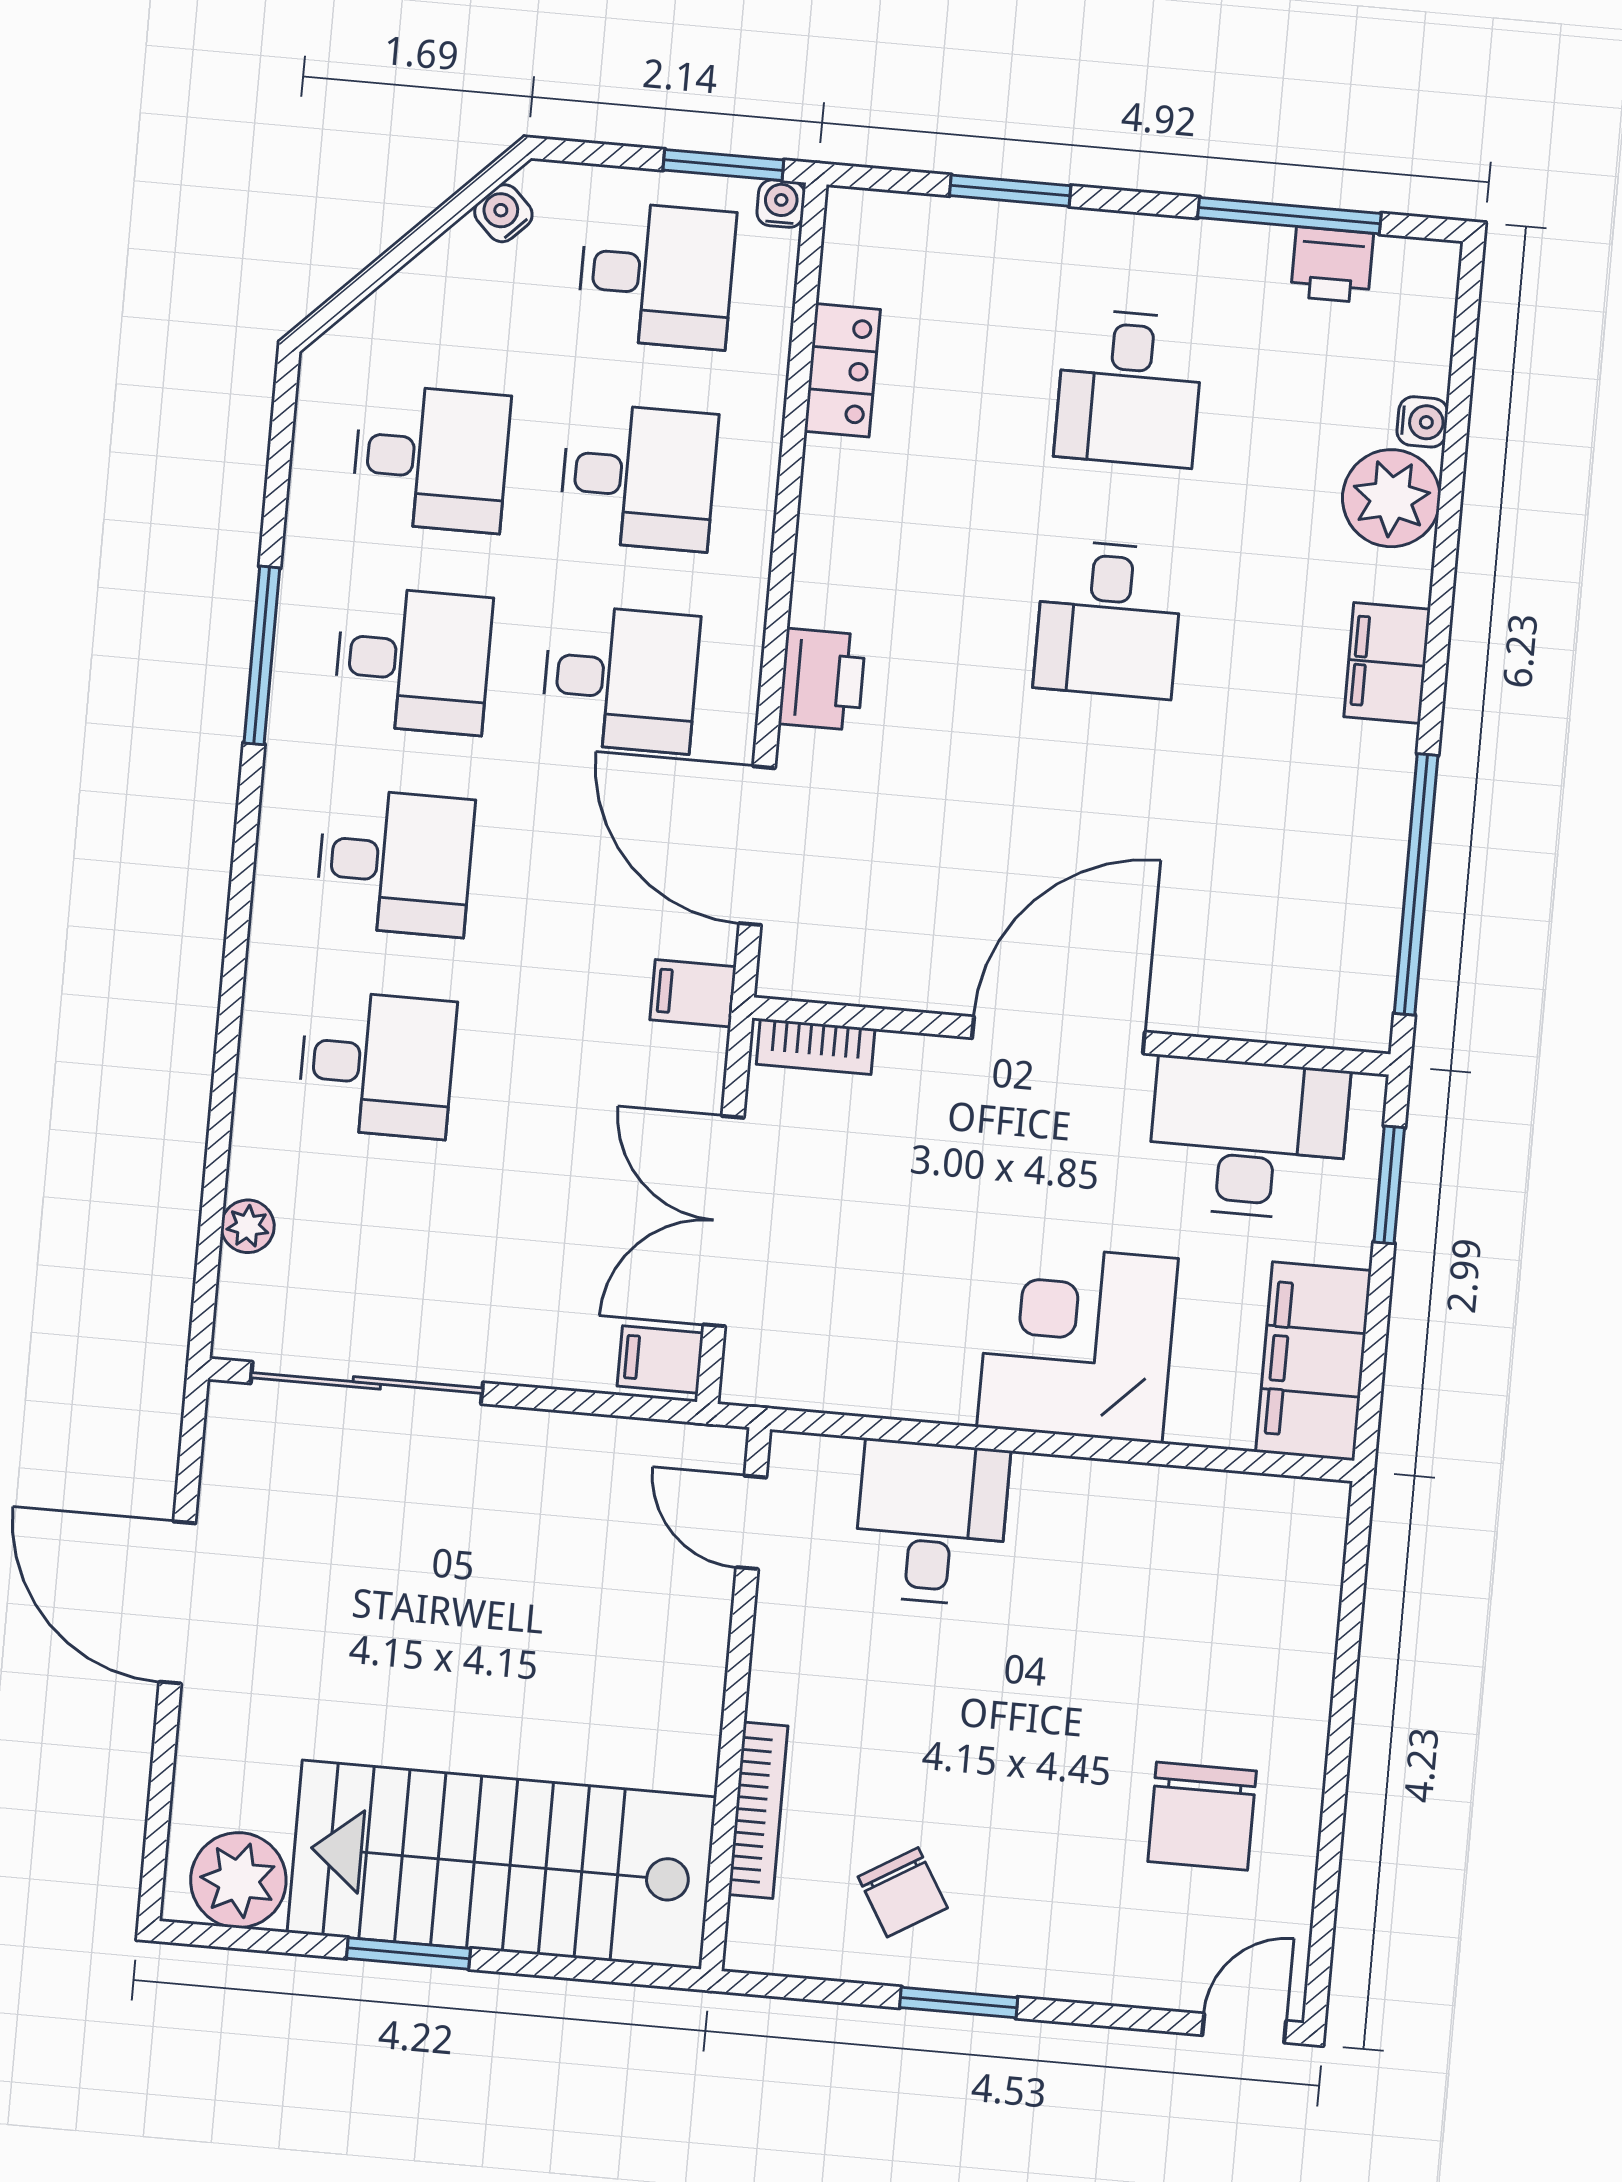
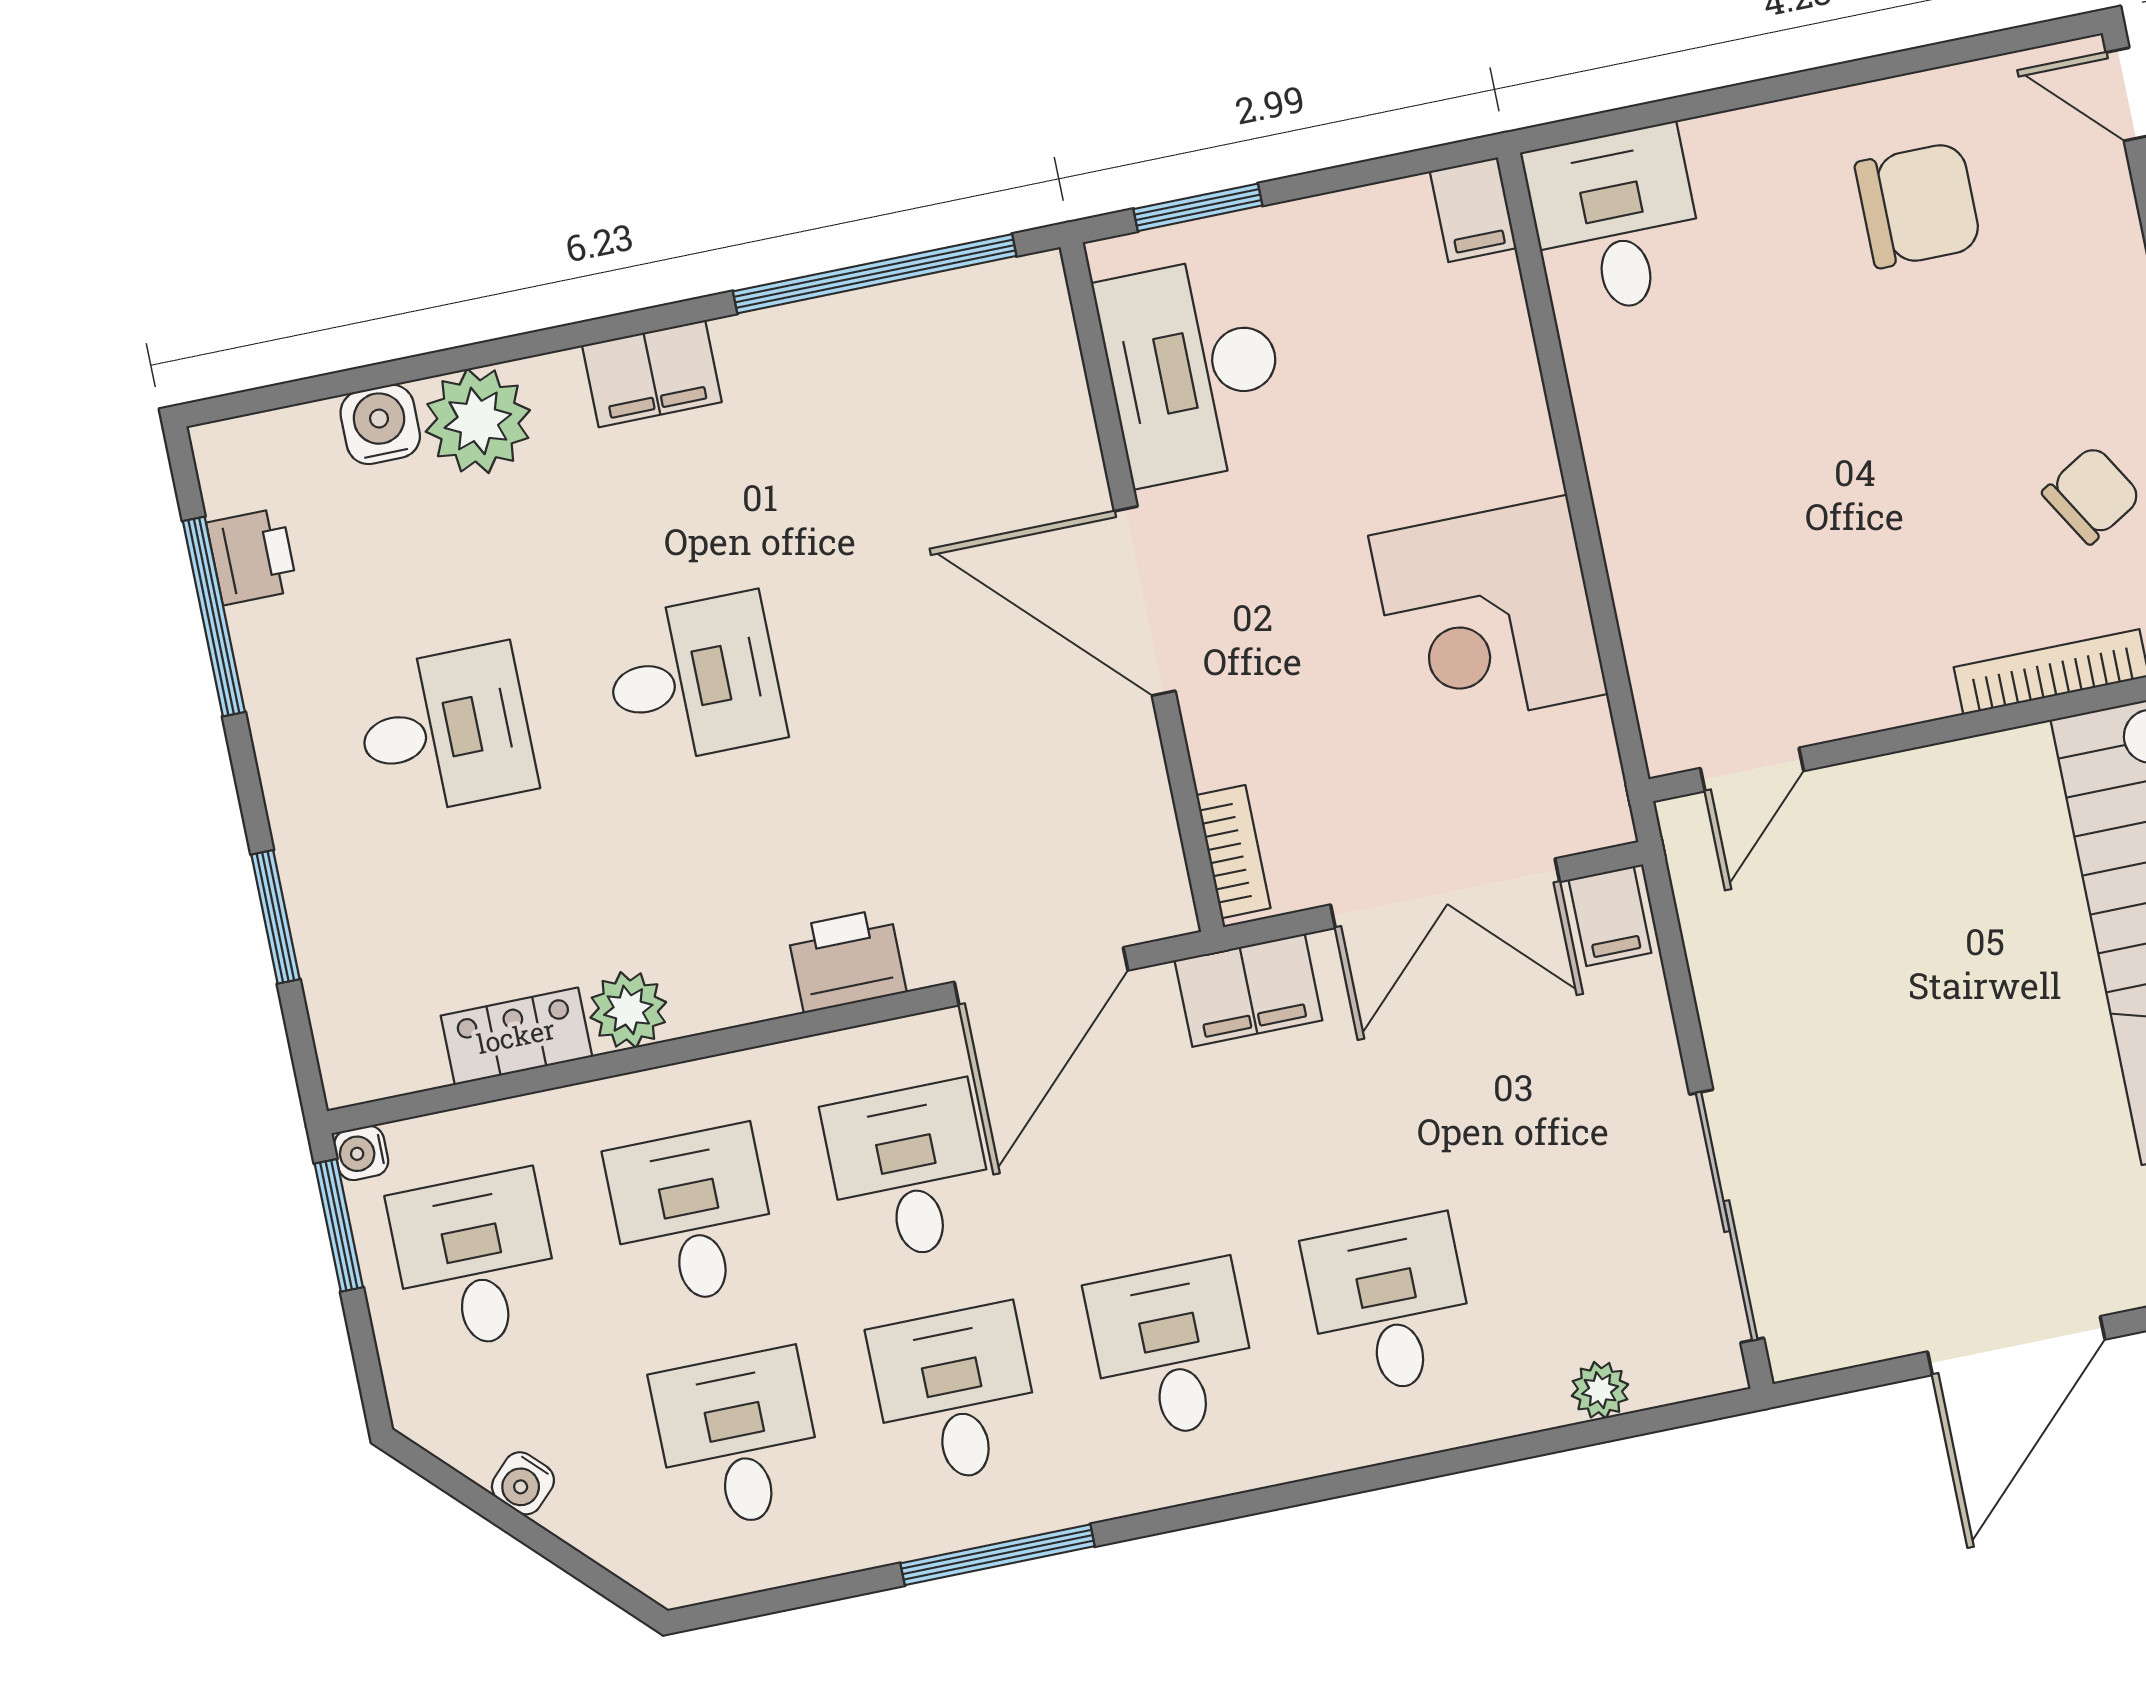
water cooler: (503, 213) -> (523, 1483), moved
water cooler: (1422, 422) -> (380, 424), width x1.38, depth x1.38
plant: (836, 475) -> (628, 1010), added
filing cabinet: (693, 993) -> (1248, 990), width x2.00
corner desk: (1078, 1343) -> (1488, 615), moved
filing cabinet: (1313, 1361) -> (1473, 210), width x0.33, depth x0.86
desk: (931, 1523) -> (1615, 221), moved, turned 90

